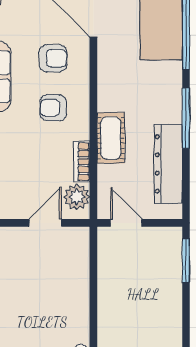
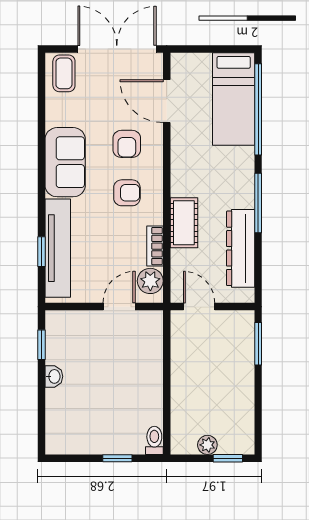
armchair: (53, 58) -> (127, 144), turned 90
armchair: (53, 108) -> (127, 193), turned 180

